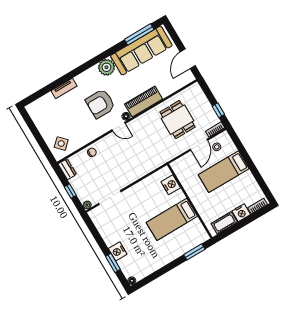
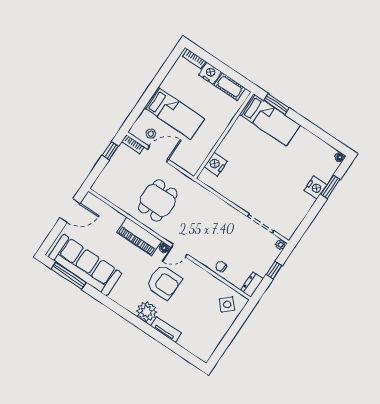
plant: (106, 67) -> (147, 312), moved
dining table: (178, 120) -> (158, 201), moved
door: (119, 127) -> (179, 251), swing flipped
bed: (172, 219) -> (270, 120), moved

